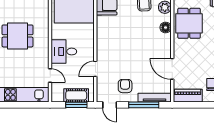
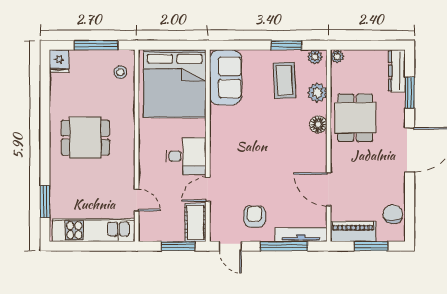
desk: (64, 52) -> (186, 156), moved, turned 180
cot: (76, 95) -> (195, 222), moved, turned 90
window: (199, 105) -> (371, 246), added

